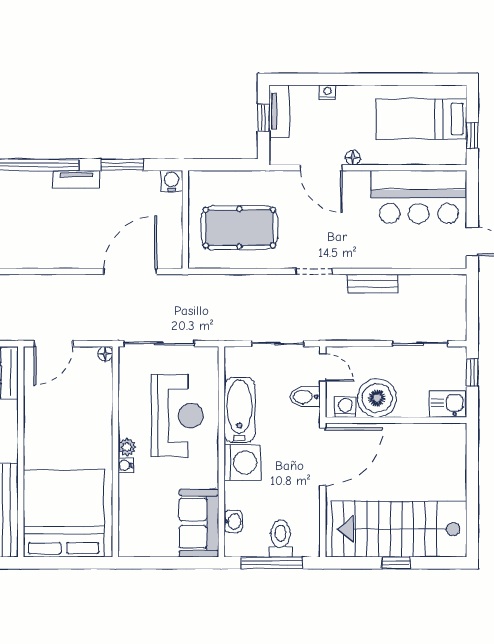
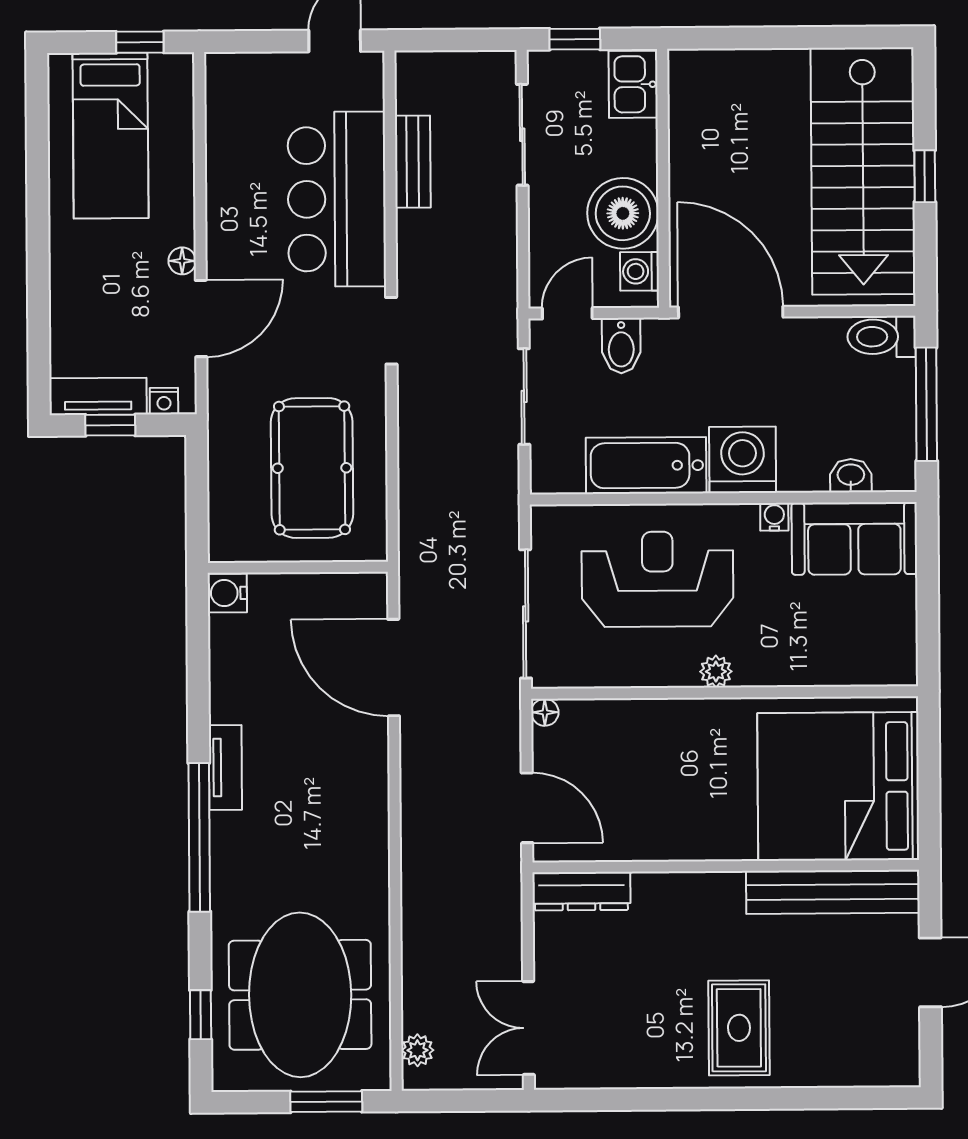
nightstand: (327, 92) -> (164, 401), moved, turned -90
window: (122, 165) -> (198, 683), removed
bar counter: (419, 197) -> (337, 199), moved, turned 180
bench: (372, 284) -> (413, 162), moved
water cooler: (126, 465) -> (774, 517), moved, turned 180
toilet: (281, 539) -> (882, 337), moved

